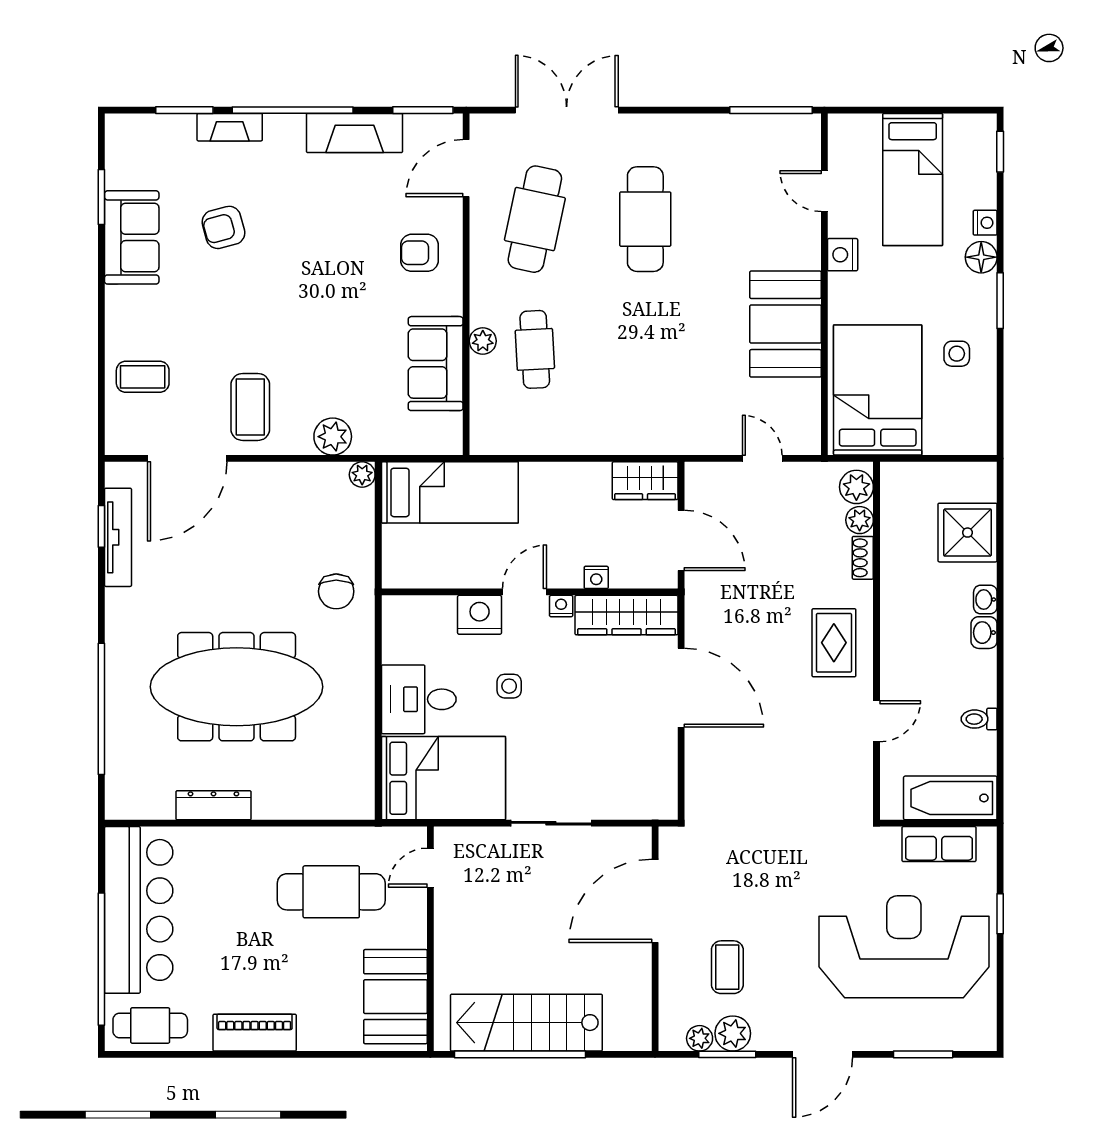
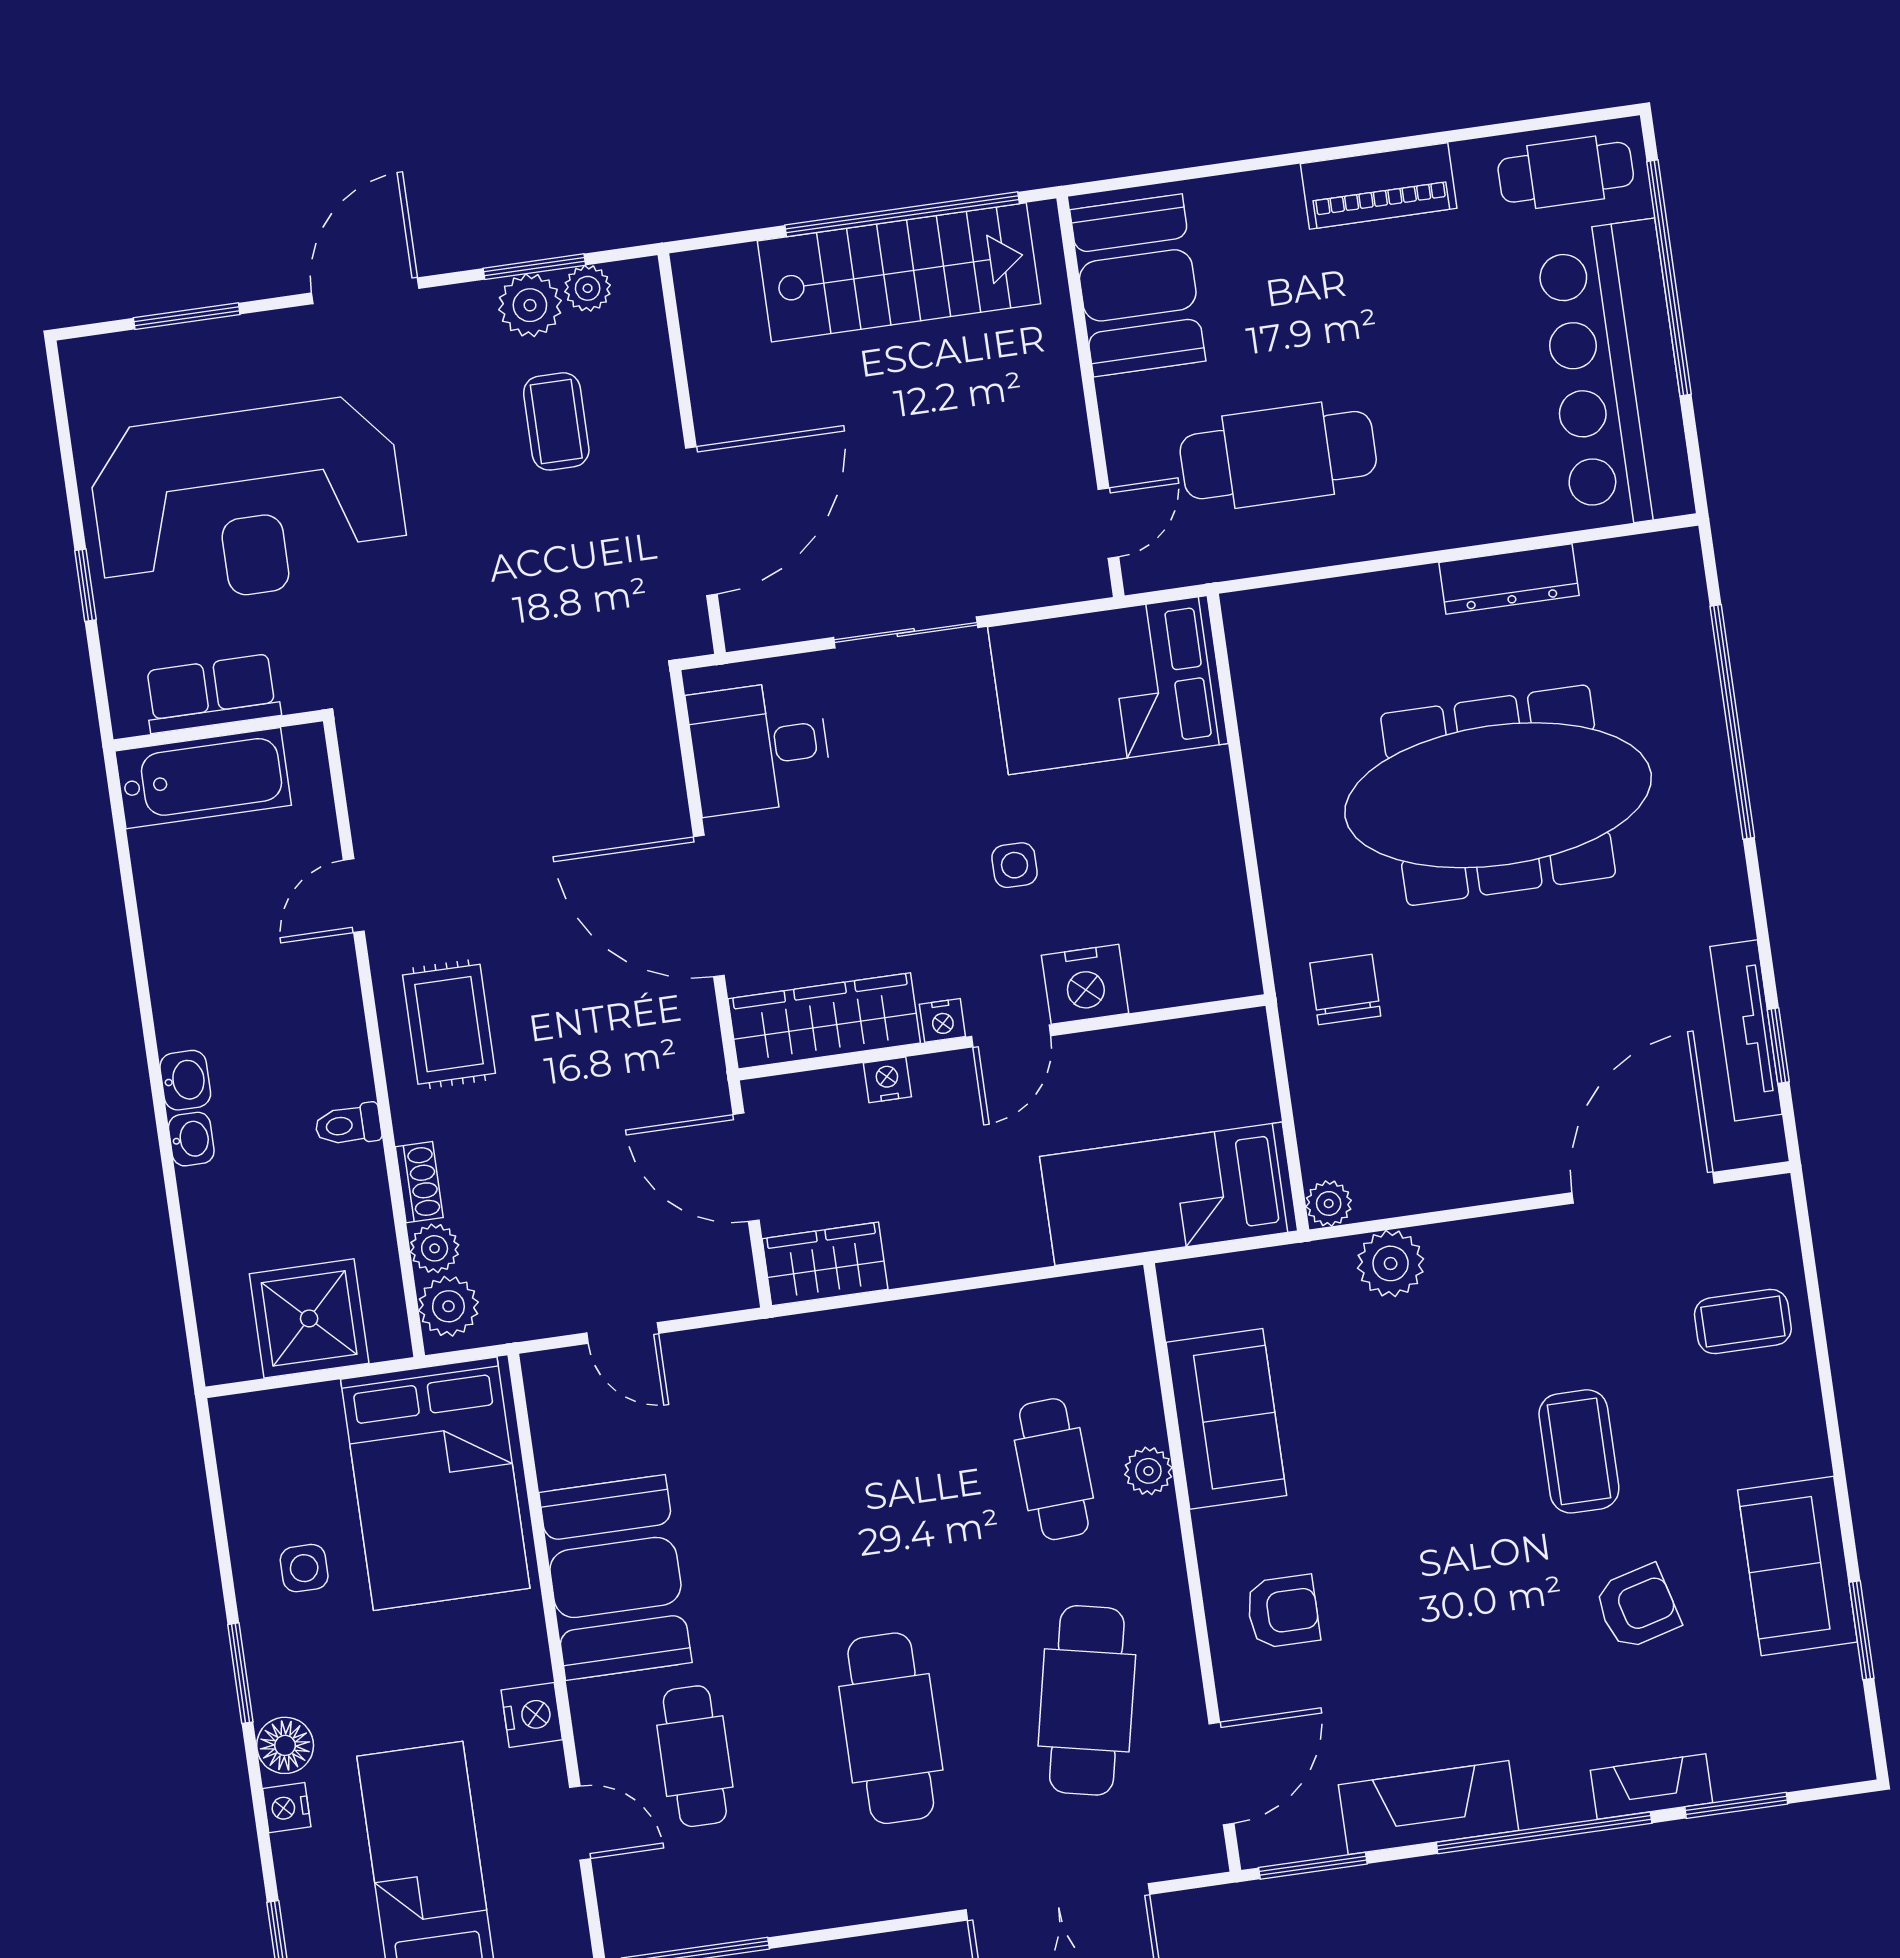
cafe table: (756, 219) -> (695, 1756), added
coffee table: (250, 407) -> (1579, 1451), moved
shower: (968, 533) -> (309, 1318), moved
desk: (419, 699) -> (760, 747), moved, turned 180
toilet: (979, 719) -> (348, 1125), moved, turned 180

